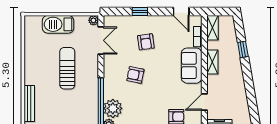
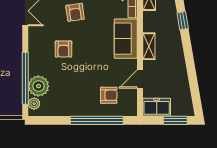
shelving: (212, 62) -> (149, 46), moved
armchair: (135, 75) -> (63, 49), turned -101

